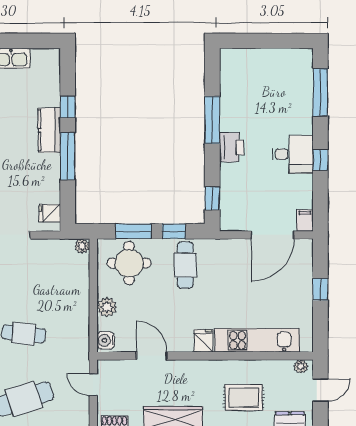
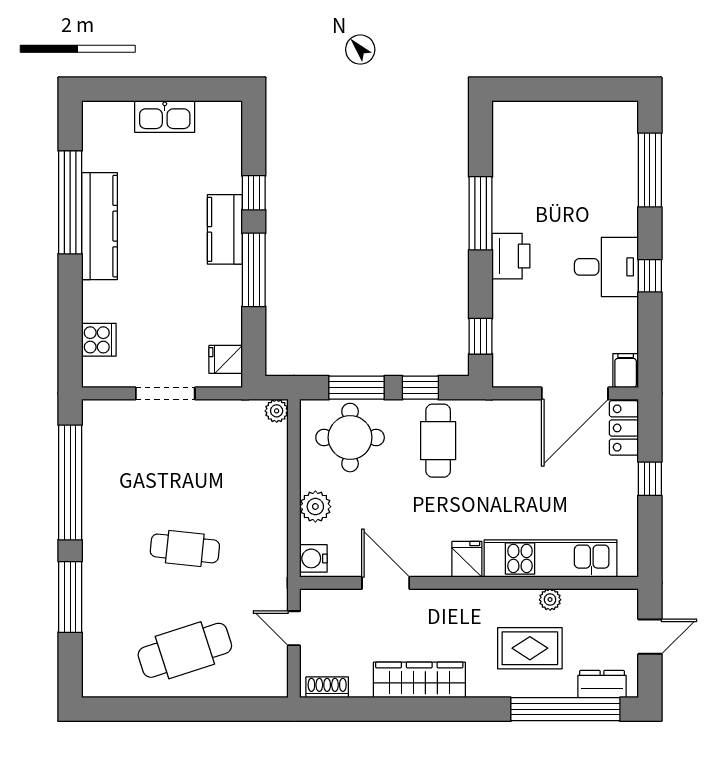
locker: (304, 257) -> (624, 428), added
plant: (301, 366) -> (550, 600), moved

